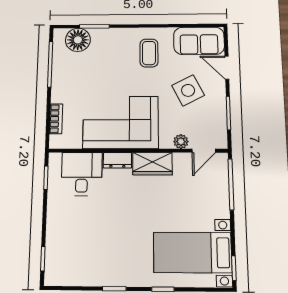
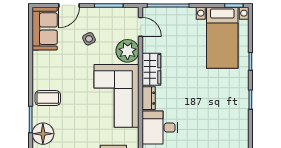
coffee table: (149, 53) -> (48, 98), moved
side table: (188, 90) -> (89, 39), width x0.54, depth x0.54
plant: (181, 142) -> (128, 51), width x1.88, depth x1.88

